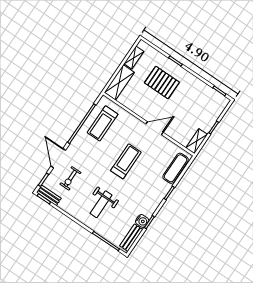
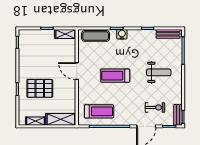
pallet: (162, 82) -> (40, 88), turned 90
water cooler: (142, 221) -> (122, 34), moved

